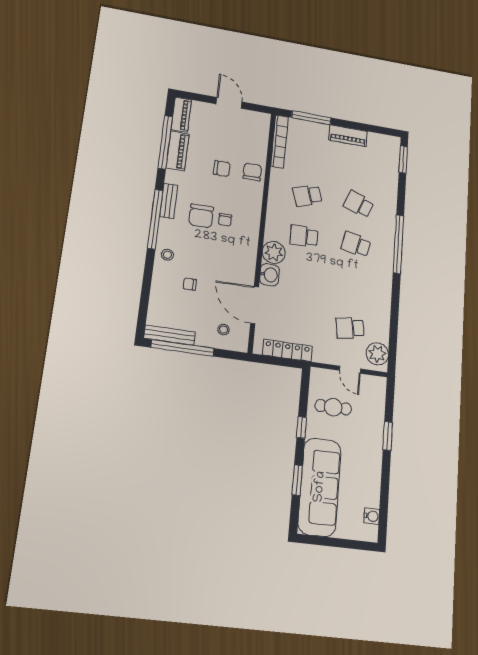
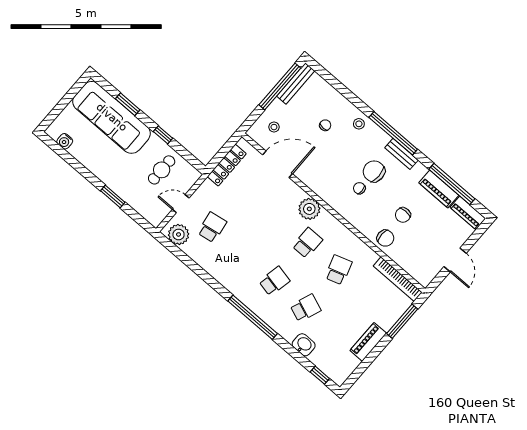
door: (229, 103) -> (455, 260), hinge flipped
window: (403, 159) -> (320, 375), width x0.67
washbasin: (269, 275) -> (304, 345), moved, turned 180

